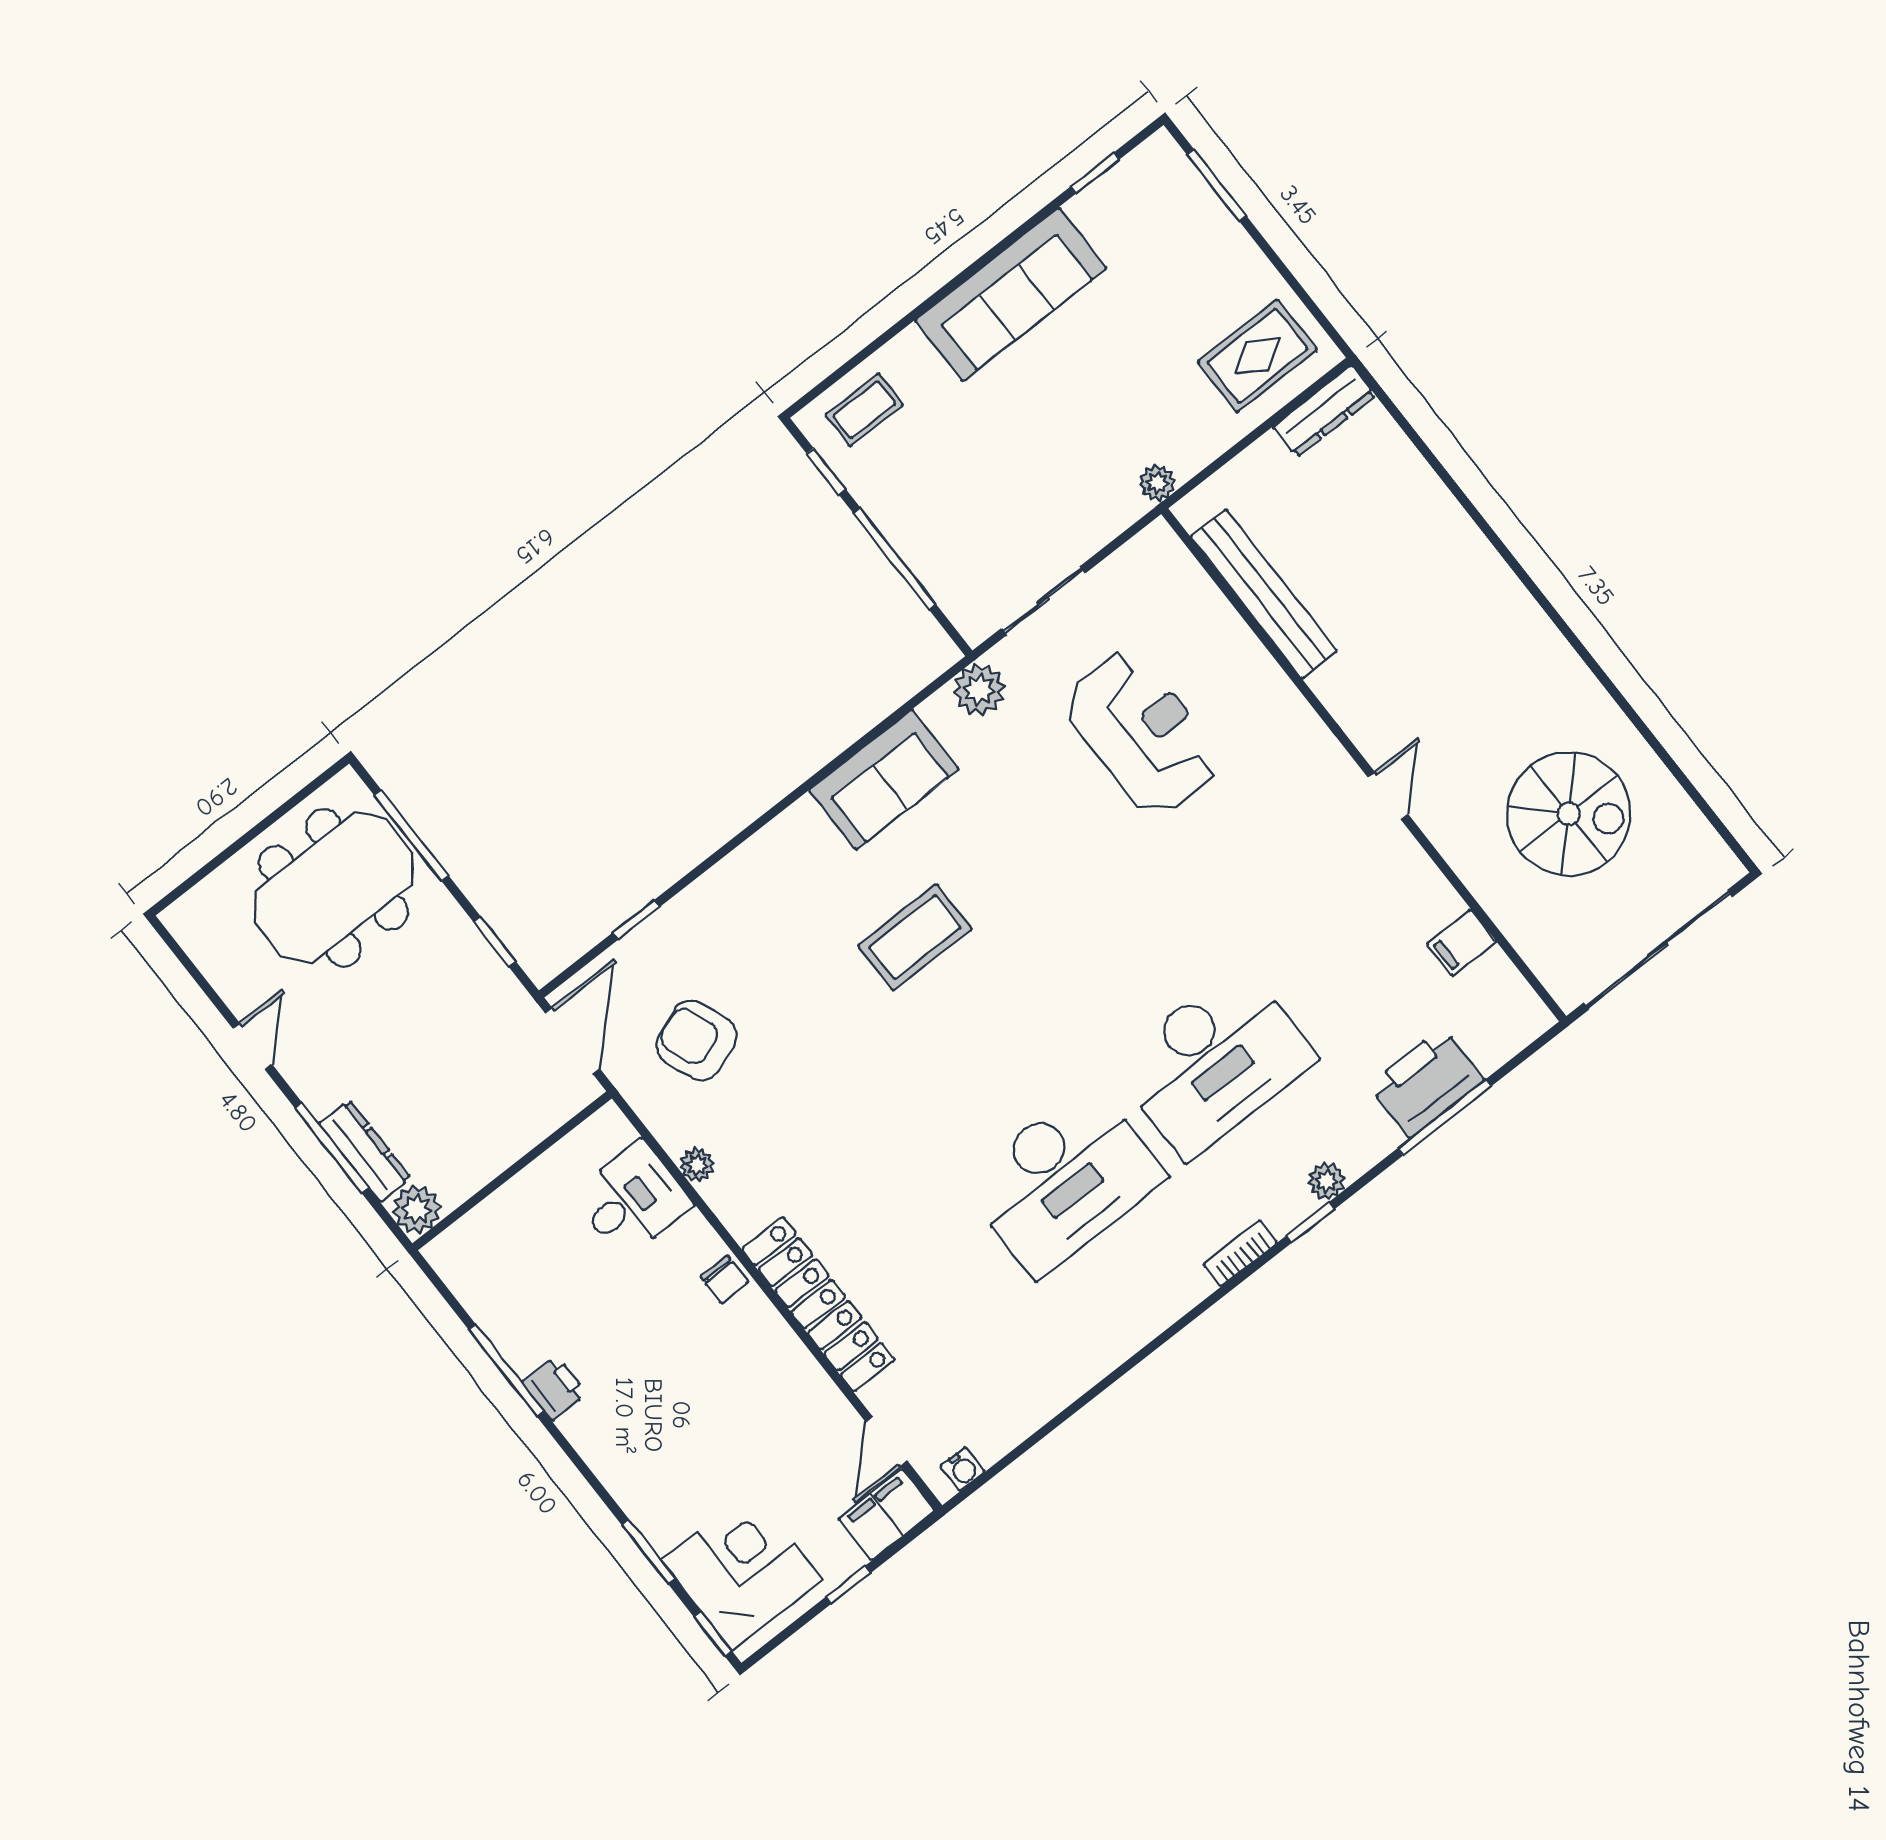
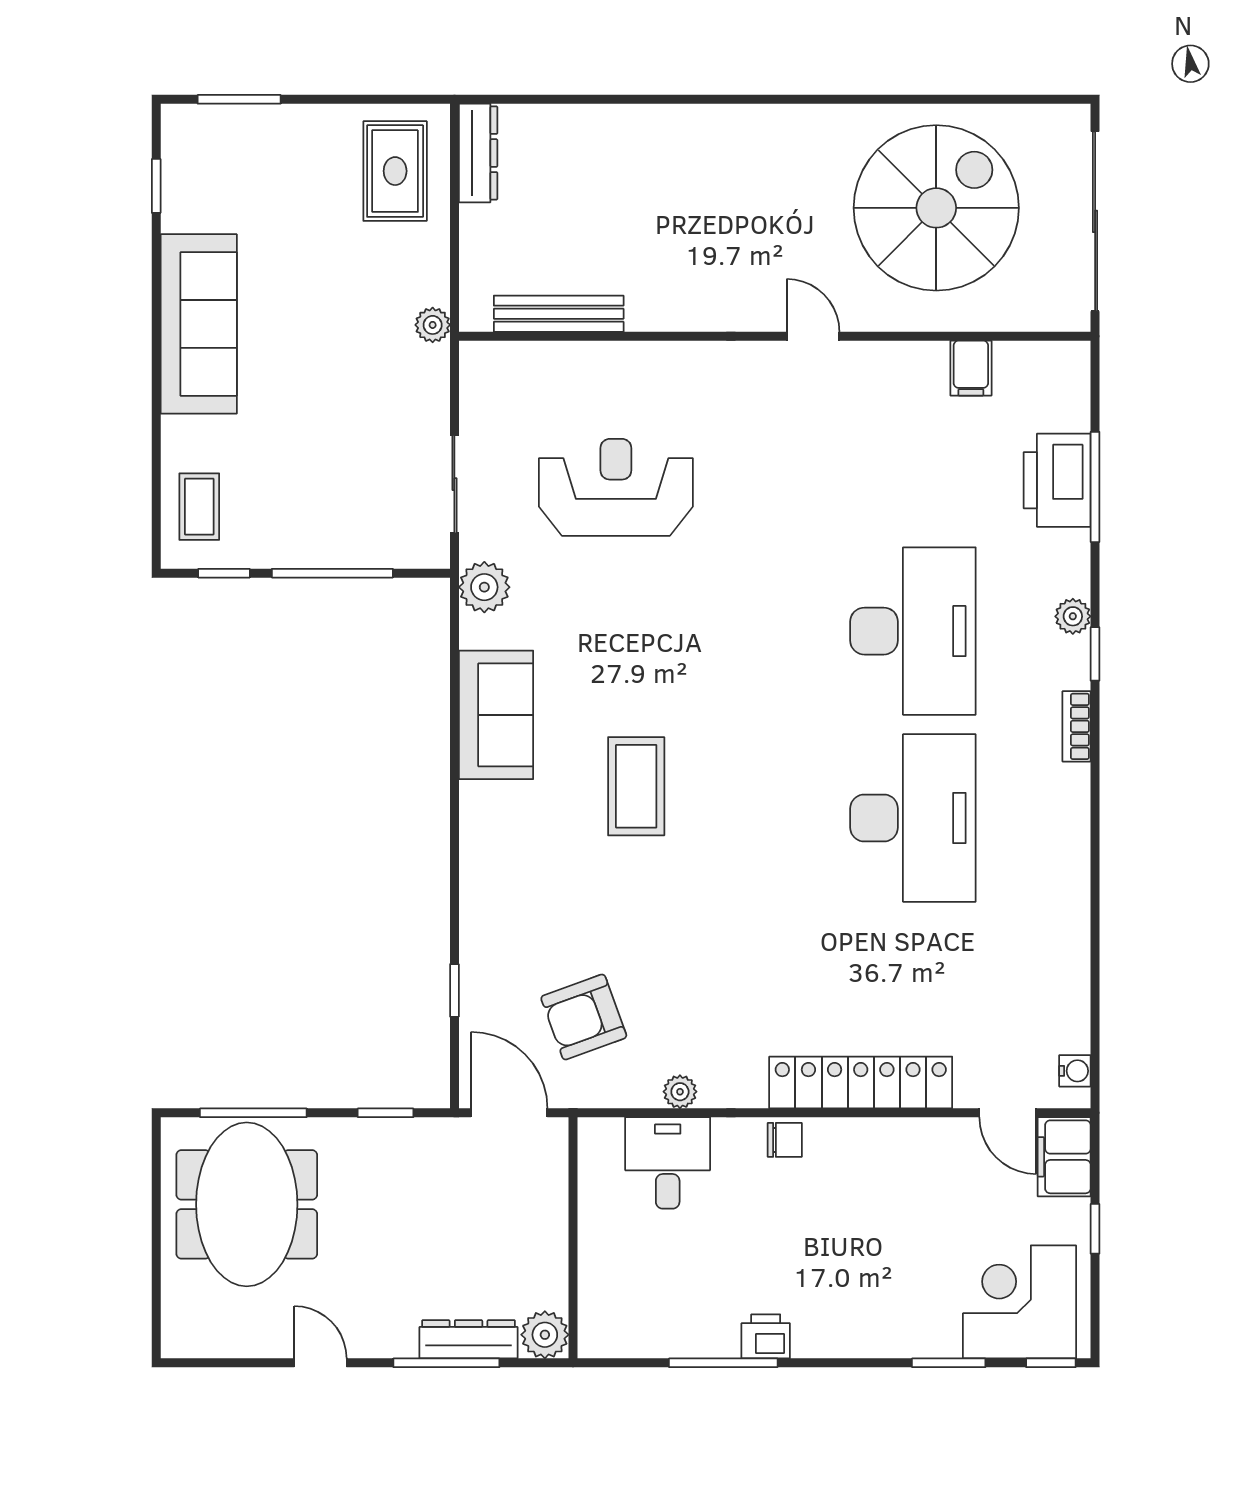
bench: (1264, 594) -> (559, 314), width x0.73, depth x0.82
spiral stairs: (1569, 814) -> (936, 208), width x1.37, depth x1.37

